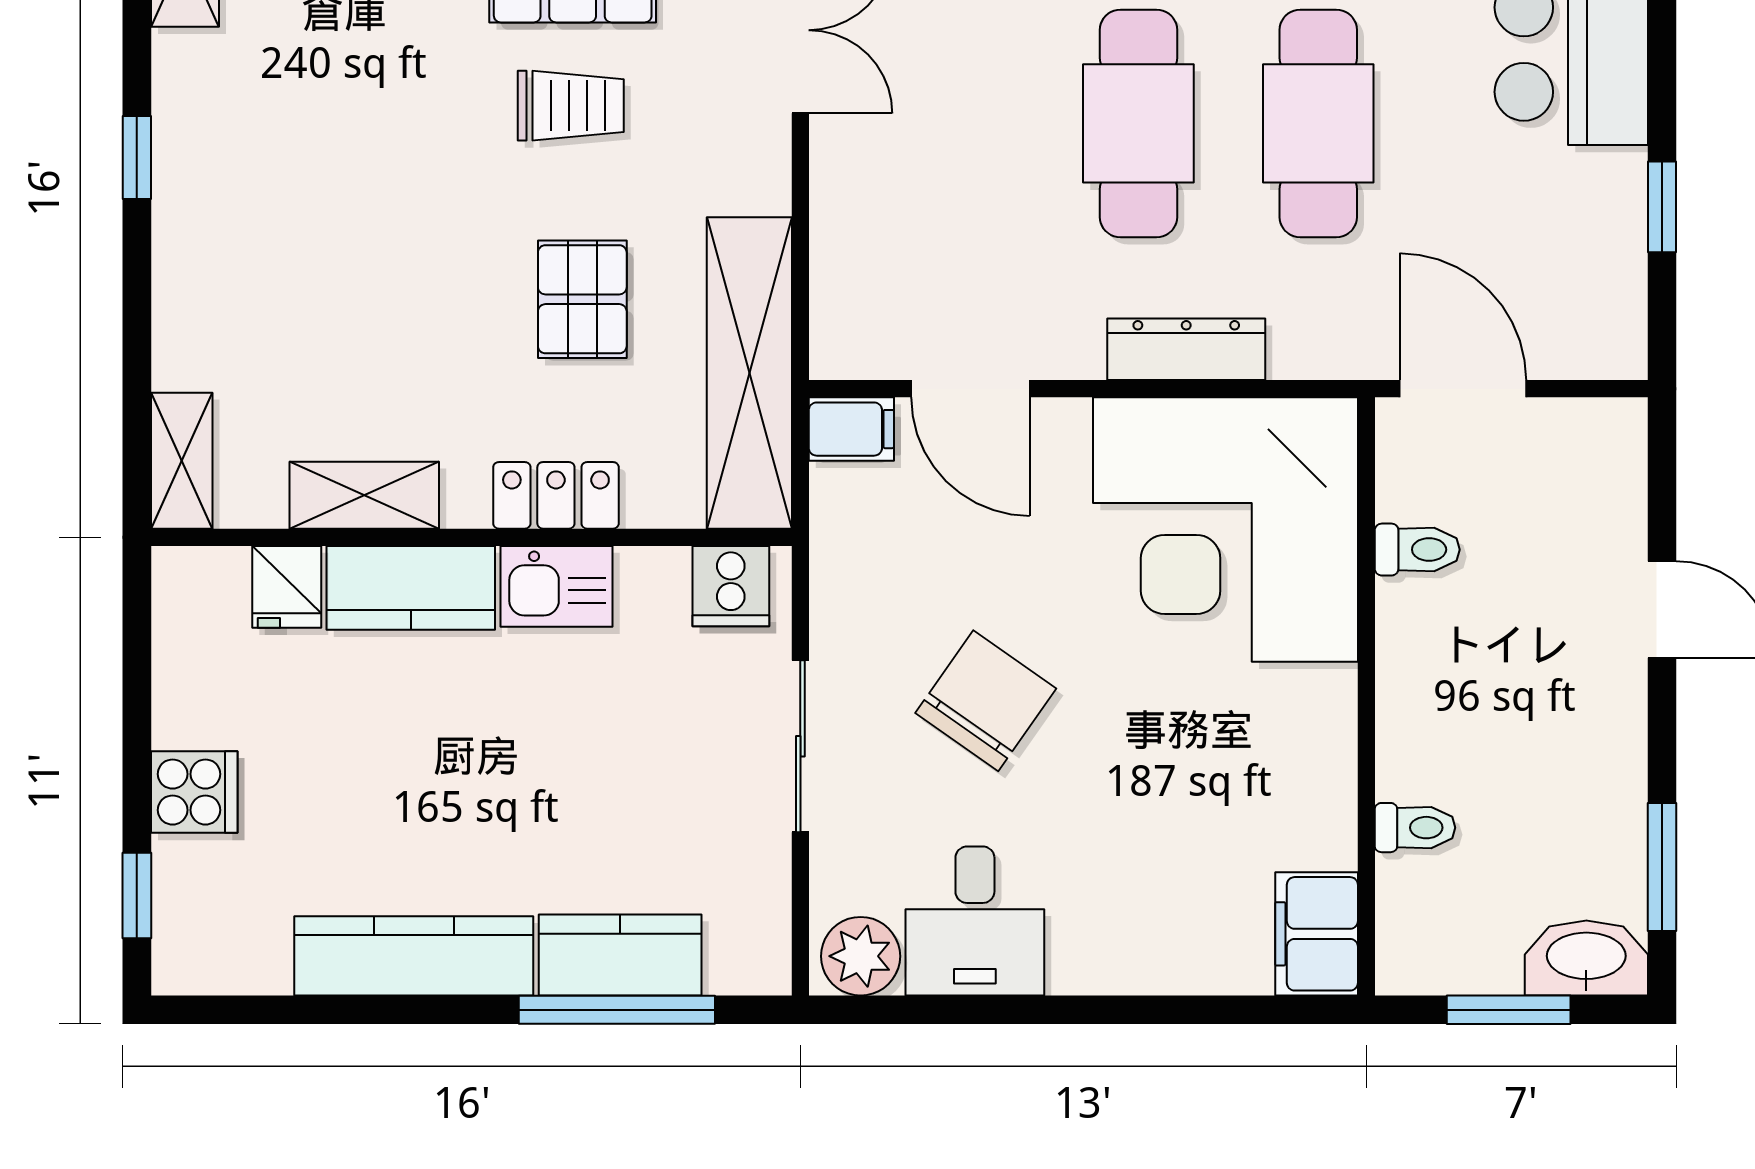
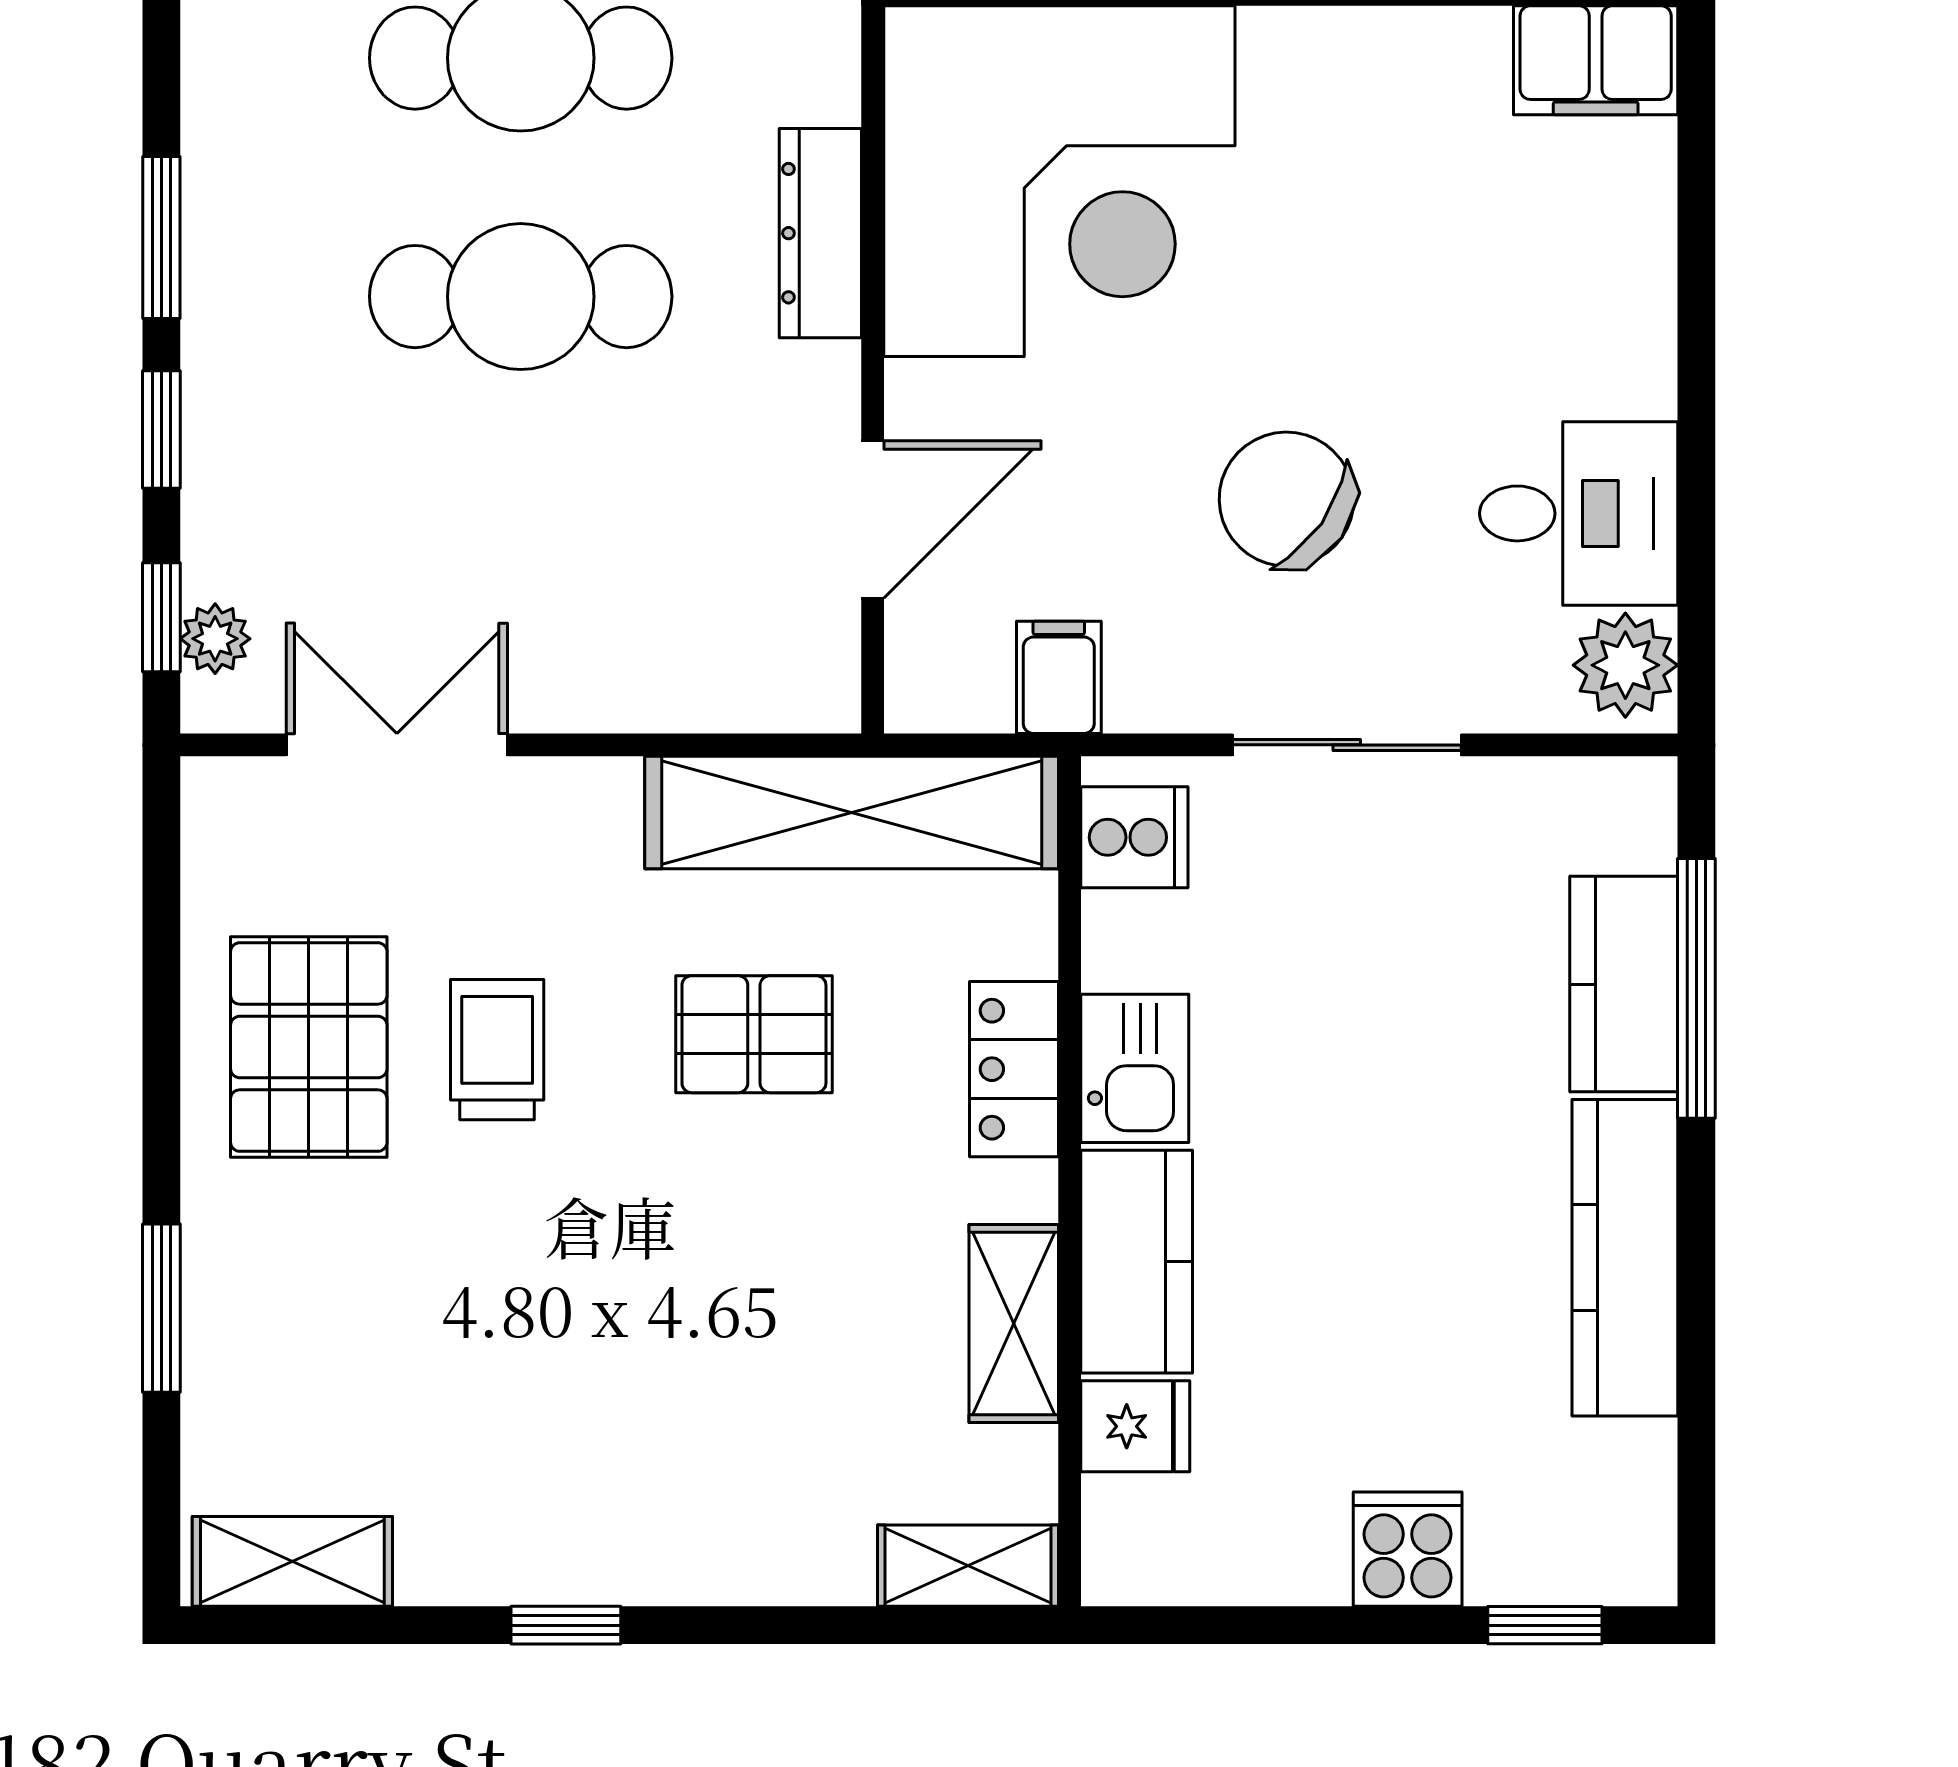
filing cabinet: (851, 429) -> (1059, 677), moved

